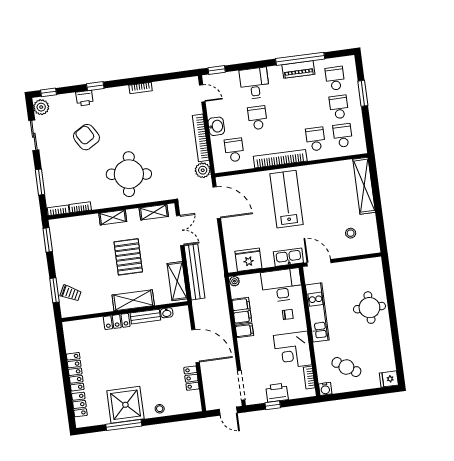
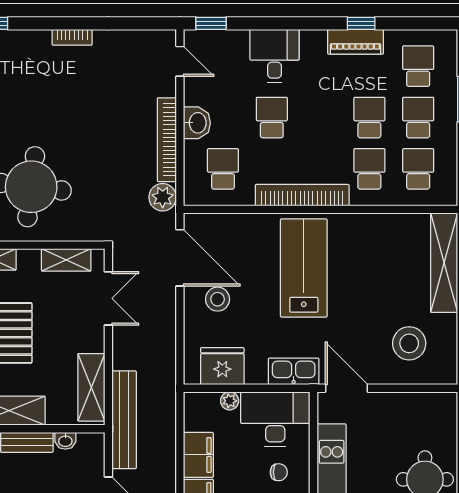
window: (300, 59) -> (361, 23), width x0.32
school desk: (312, 111) -> (369, 118), added
stool: (241, 223) -> (218, 299), added
stool: (351, 233) -> (409, 343), width x1.89, depth x1.89
bench: (194, 272) -> (124, 420), moved
plant: (234, 281) -> (230, 401), moved

